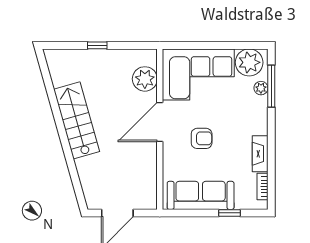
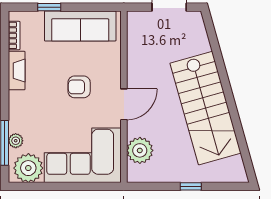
stairs: (77, 120) -> (206, 108), width x1.36, depth x1.51
door: (160, 122) -> (124, 104), width x0.73

